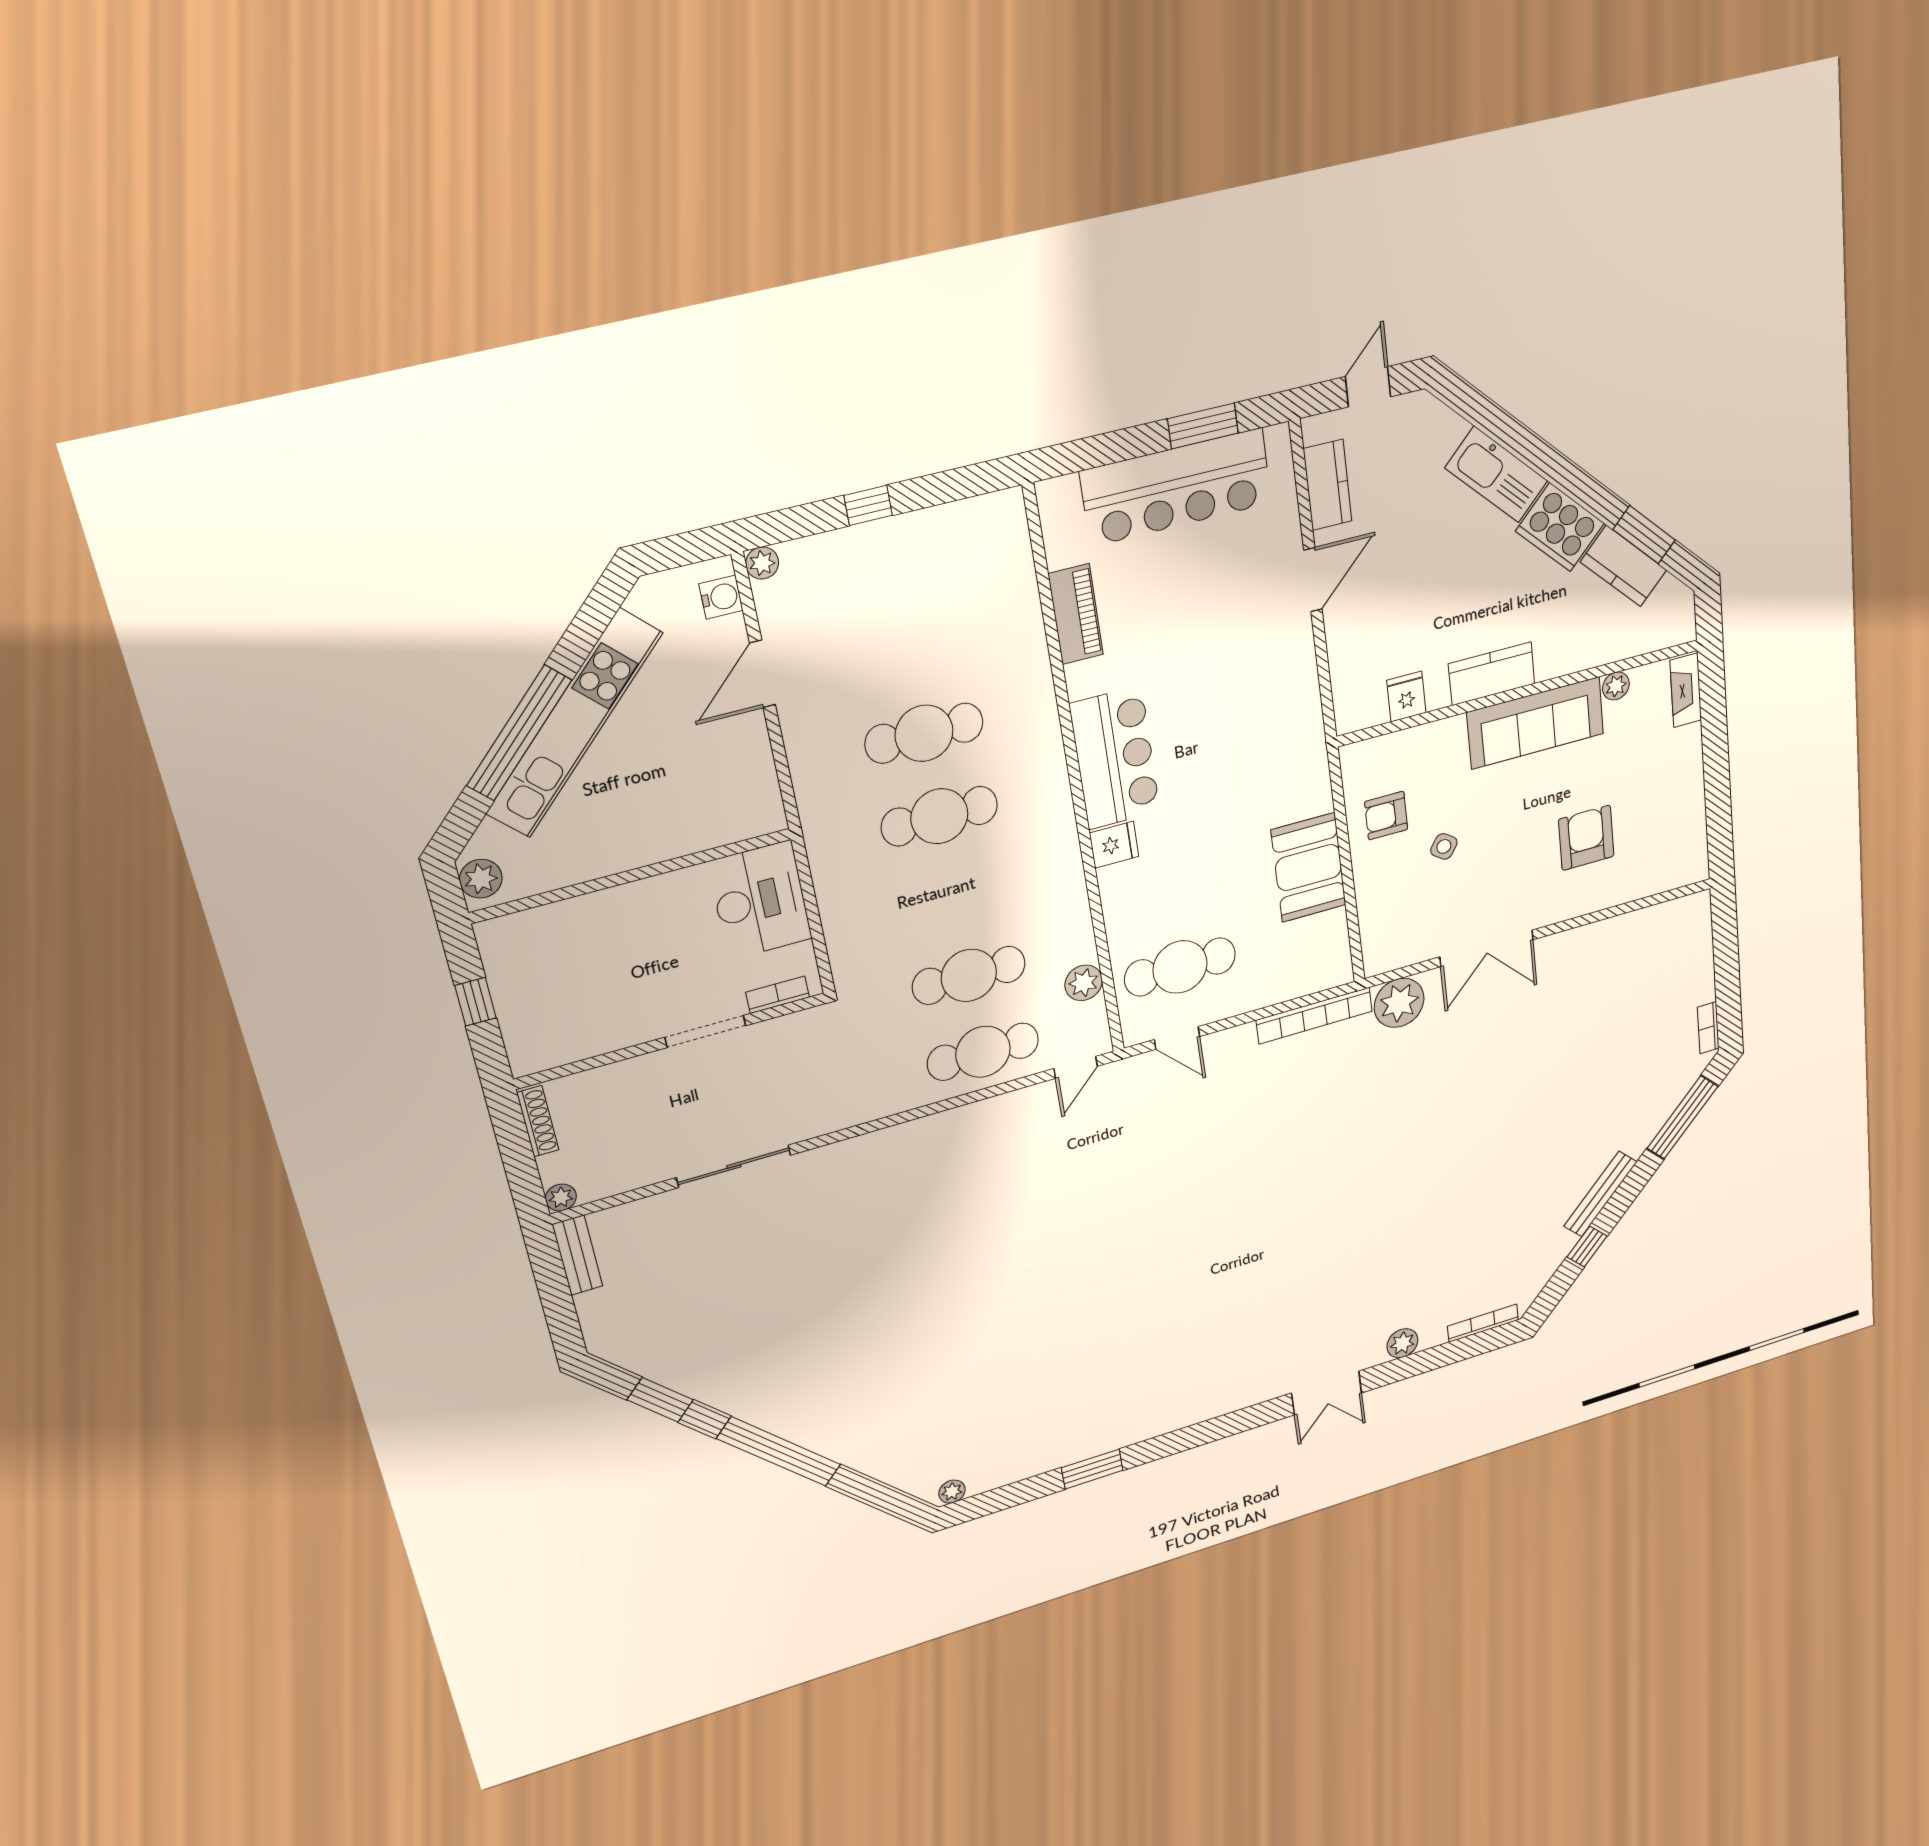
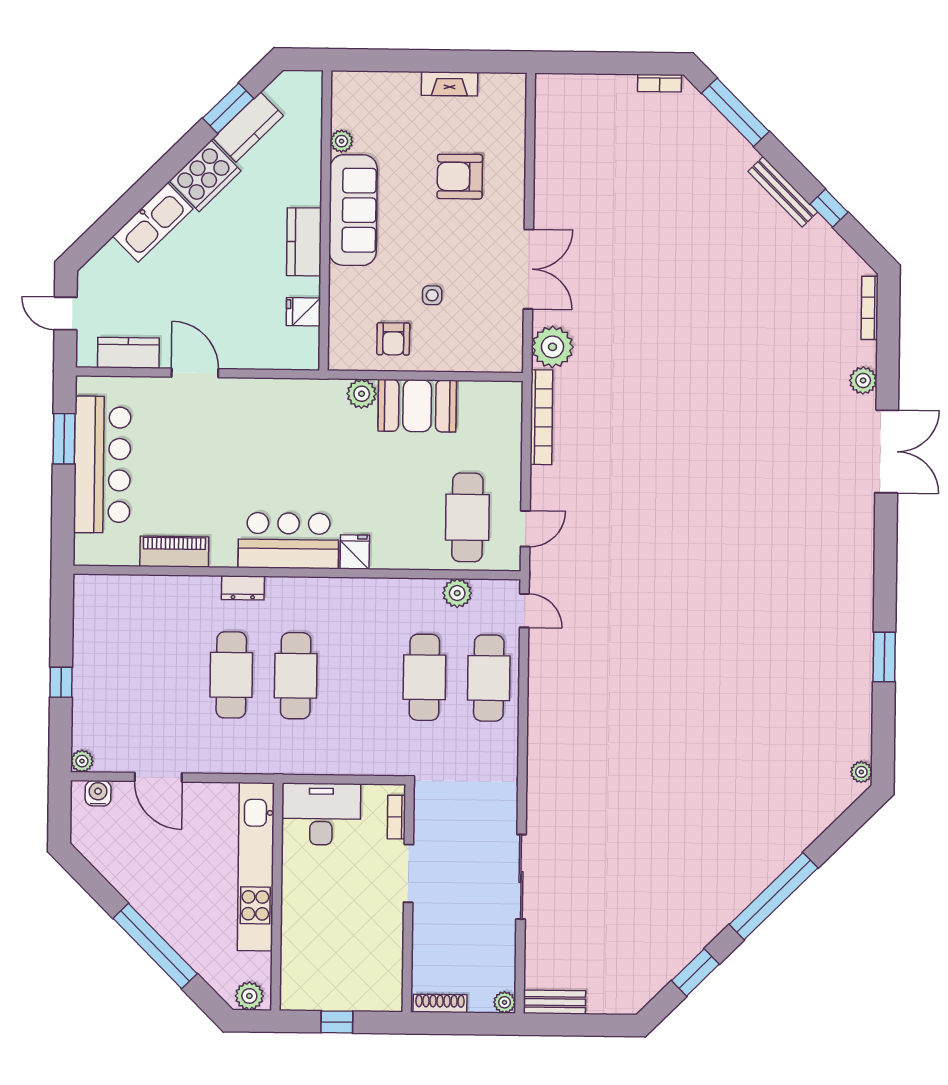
fireplace: (1686, 690) -> (450, 84), moved
dresser: (1043, 717) -> (243, 588), added
kitchen unit: (574, 723) -> (256, 867), moved, turned -135
plant: (1314, 797) -> (362, 394), added
side table: (1444, 846) -> (432, 295), turned -35
double door: (1327, 1393) -> (887, 451), width x1.37

